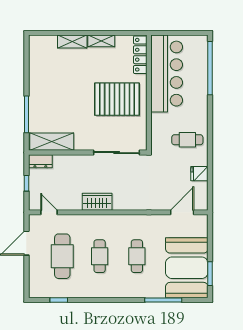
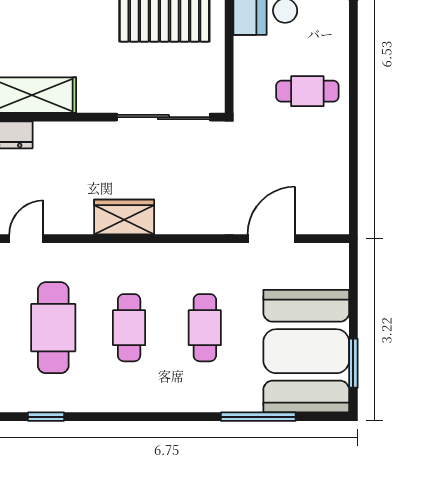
fridge: (199, 174) -> (332, 160), removed
door: (49, 212) -> (26, 239), hinge flipped
door: (182, 212) -> (271, 239), moved

